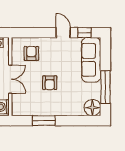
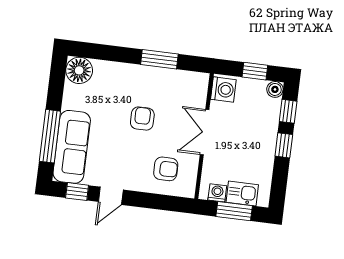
door: (63, 33) -> (111, 196), hinge flipped
armchair: (31, 53) -> (166, 169), turned -90
window: (105, 87) -> (50, 136), moved

